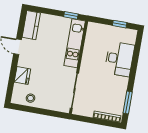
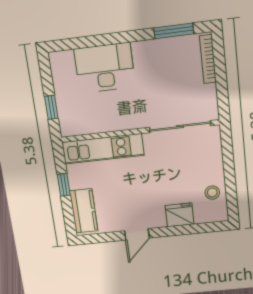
window: (71, 15) -> (64, 185), moved
window: (120, 24) -> (51, 107), moved
kitchen counter: (31, 25) -> (84, 211), moved, turned 90

